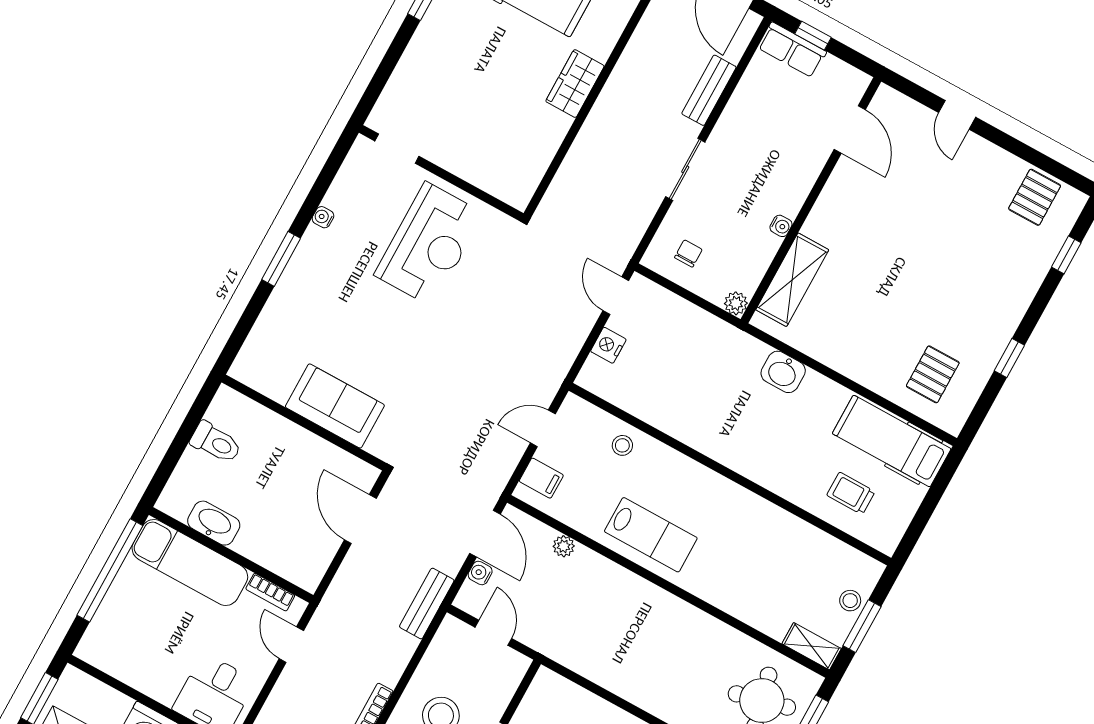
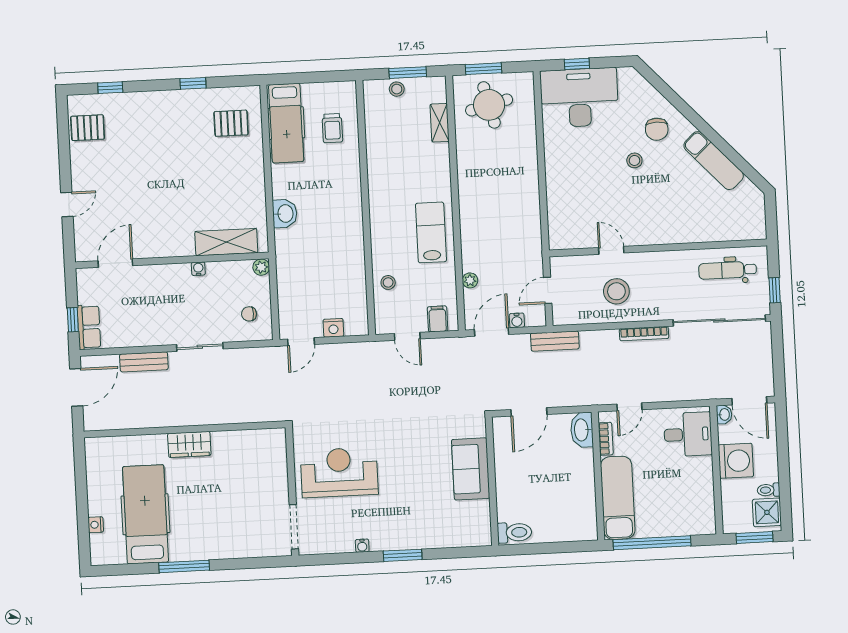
doorway: (397, 149) -> (294, 527), width x1.38
toilet: (216, 443) -> (514, 532), moved, turned 90
washbasin: (214, 523) -> (582, 430), moved
shelving: (812, 646) -> (440, 123), moved

